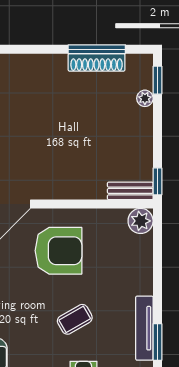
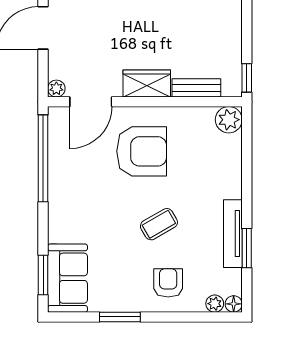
wardrobe: (63, 187) -> (147, 83), added
bench: (130, 191) -> (196, 88), moved

